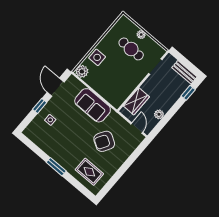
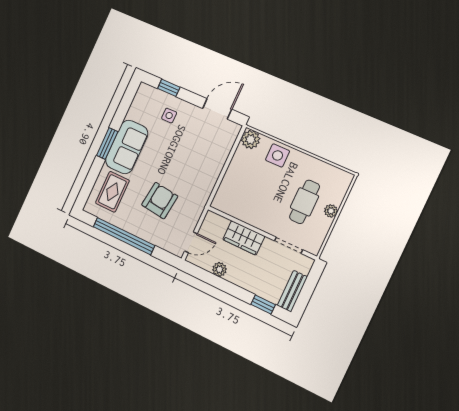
wardrobe: (136, 101) -> (244, 238), moved
sofa: (93, 105) -> (127, 147), moved, turned 180
window: (40, 106) -> (169, 88), moved
armchair: (104, 141) -> (160, 201), turned 66
window: (121, 172) -> (124, 236), added

